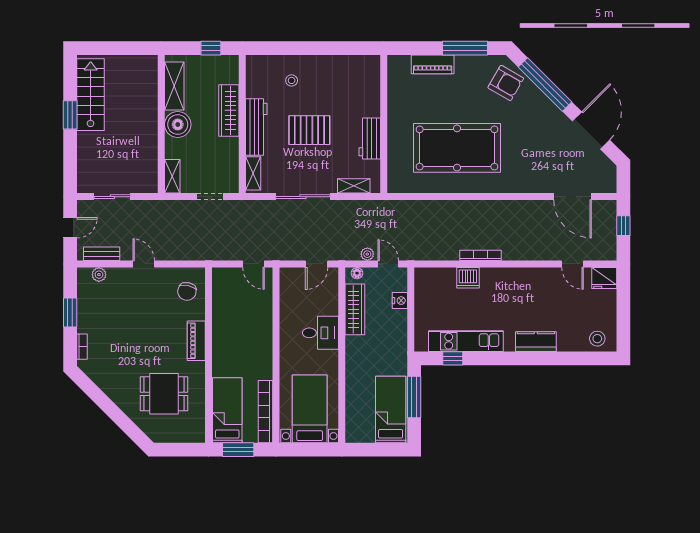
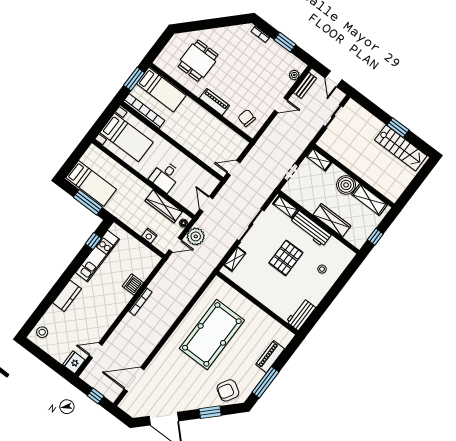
window: (545, 84) -> (210, 412), width x0.47
workbench: (370, 138) -> (301, 315), moved, turned -90
plant: (367, 254) -> (196, 236), width x1.88, depth x1.88

